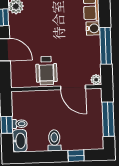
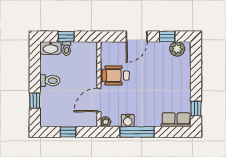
water cooler: (93, 28) -> (128, 121), moved
window: (108, 119) -> (68, 132), width x0.46

